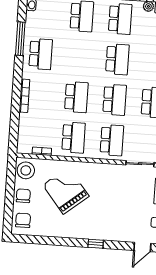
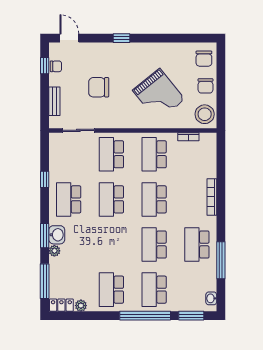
school desk: (117, 59) -> (154, 245), moved
chair: (119, 201) -> (99, 87), added
door: (142, 247) -> (69, 38), hinge flipped

